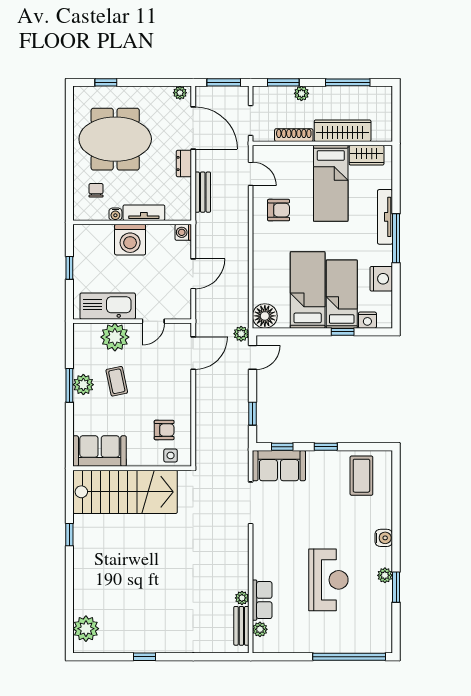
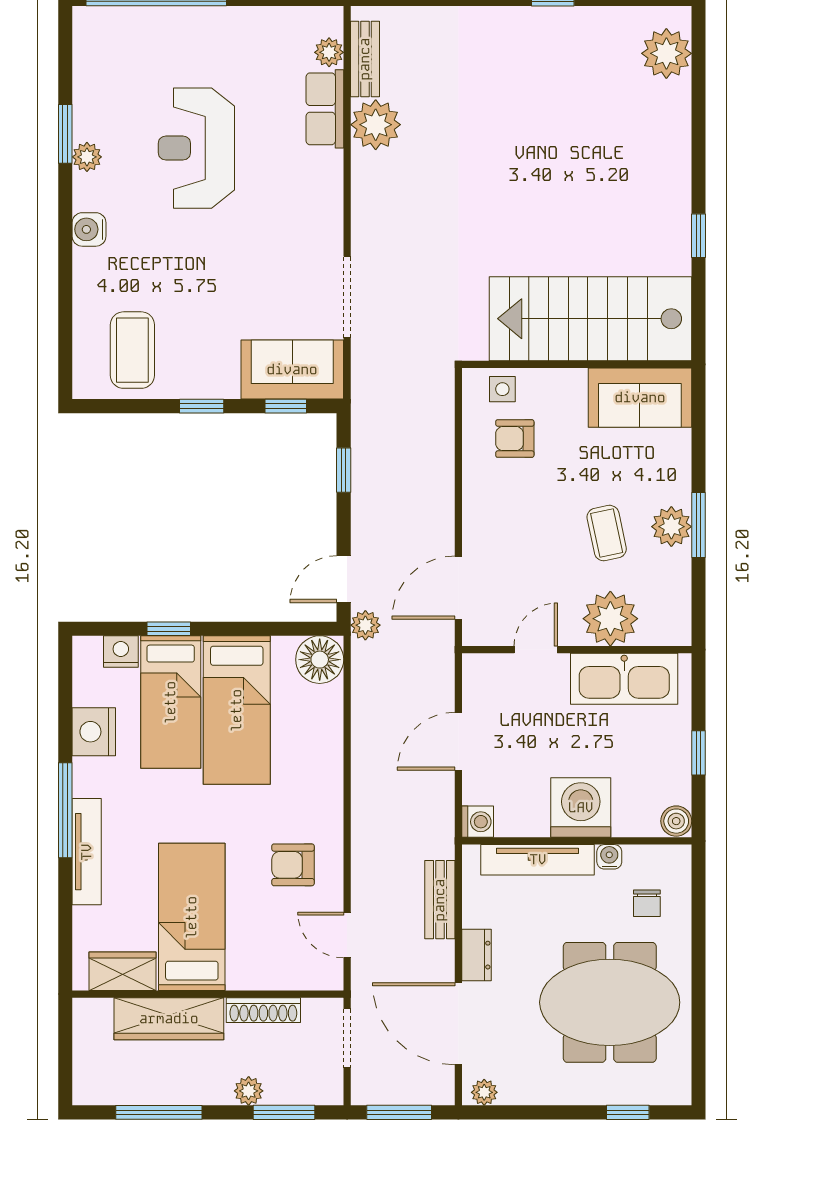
tv unit: (144, 213) -> (538, 860), width x1.41
boiler: (81, 233) -> (676, 821), added
plant: (242, 598) -> (376, 125), width x1.88, depth x1.88

